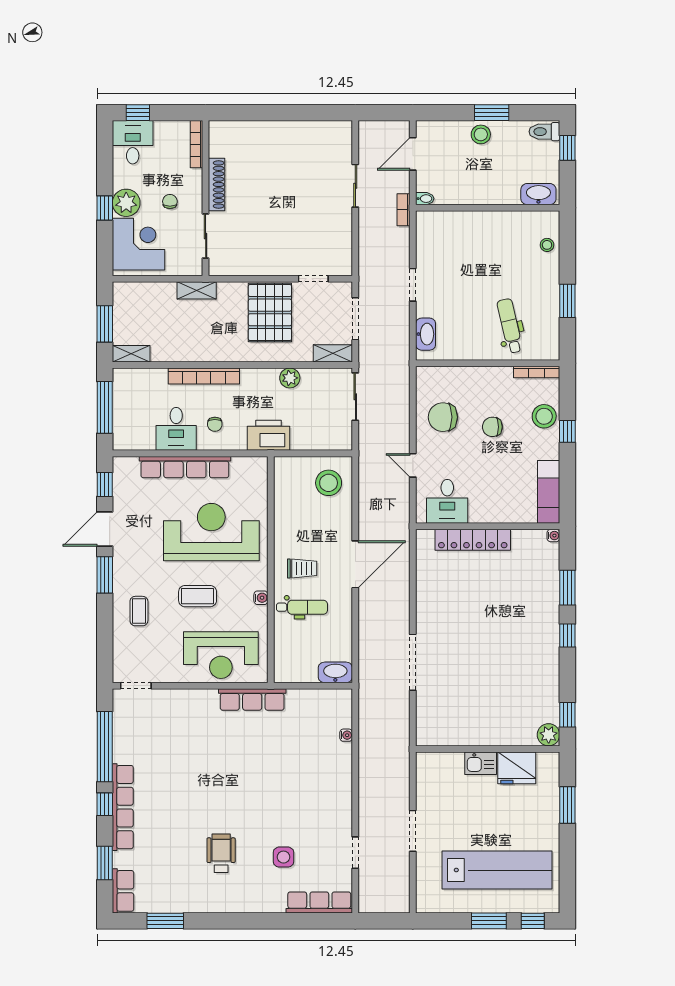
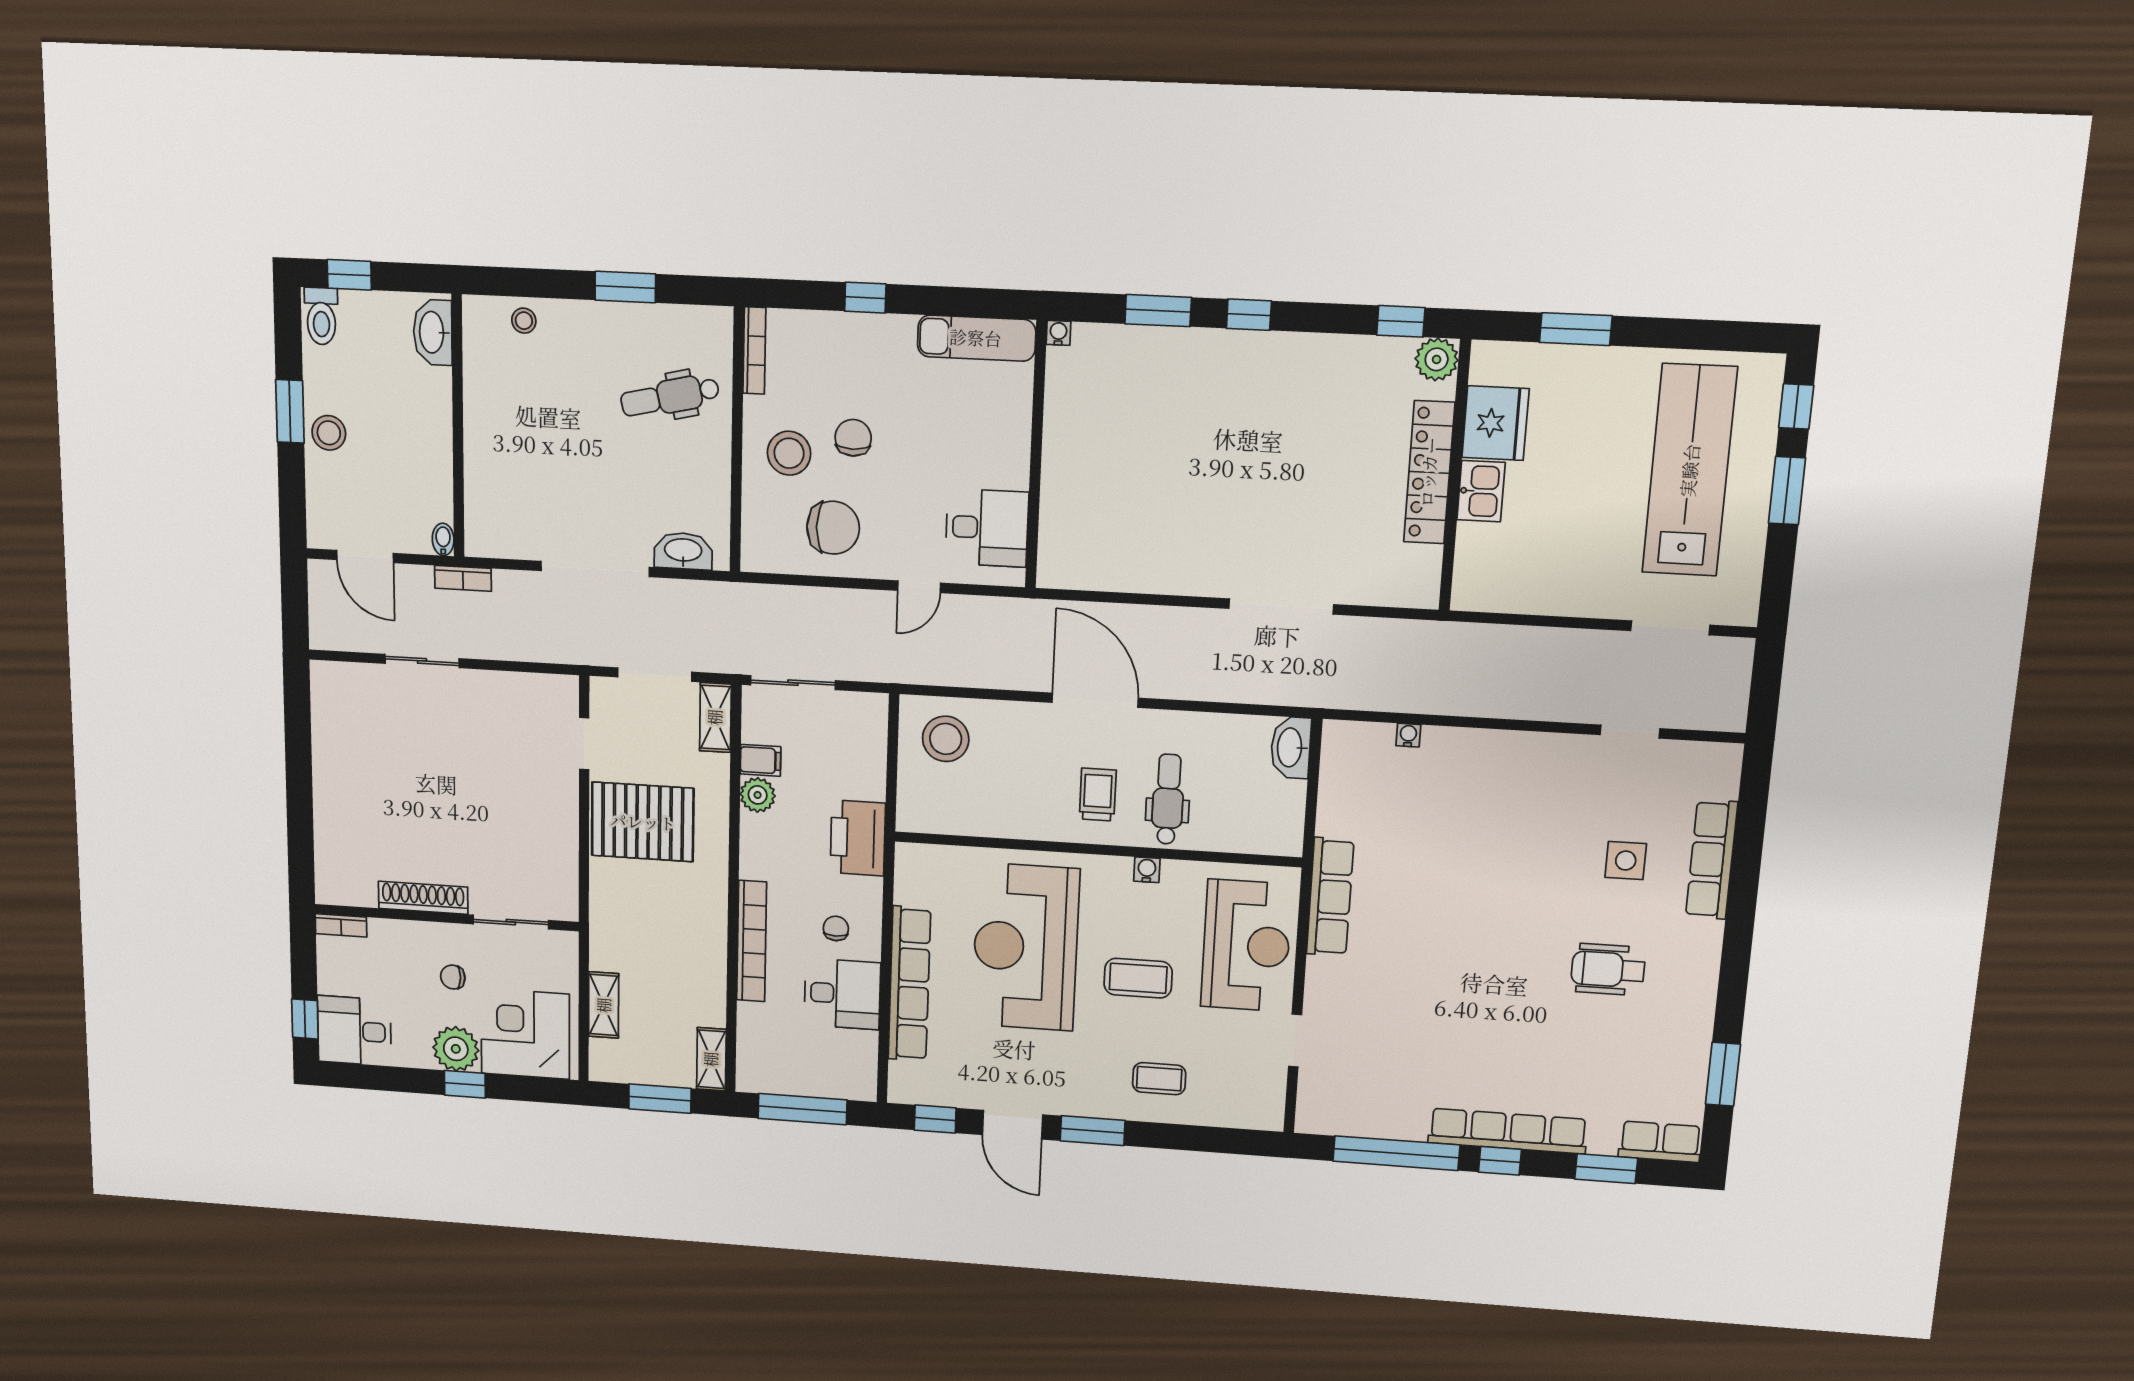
bookcase: (197, 144) -> (341, 925), width x0.64
doorway: (413, 285) -> (595, 569), width x1.88
shelving: (197, 290) -> (604, 1005), moved
filing cabinet: (310, 379) -> (761, 760), added
stool: (544, 416) -> (789, 453), moved
chair: (443, 417) -> (833, 528), turned -90
chair: (215, 424) -> (836, 928), turned -90
chair: (492, 427) -> (853, 438), turned 180
locker: (473, 540) -> (1429, 472), moved, turned 180
coffee table: (198, 596) -> (1138, 978), turned 90
doorway: (136, 686) -> (1295, 1041), moved
doorway: (413, 831) -> (1670, 628), moved
row of seats: (319, 902) -> (1712, 860), moved

